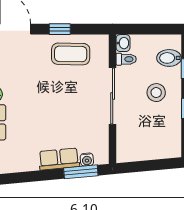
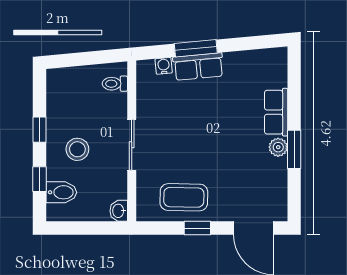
toilet: (126, 59) -> (115, 84), moved
sliding door: (113, 96) -> (132, 145), width x0.73
window: (81, 172) -> (196, 48), moved

